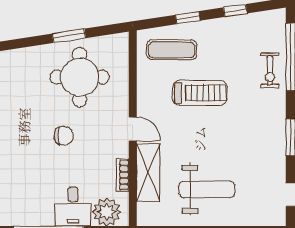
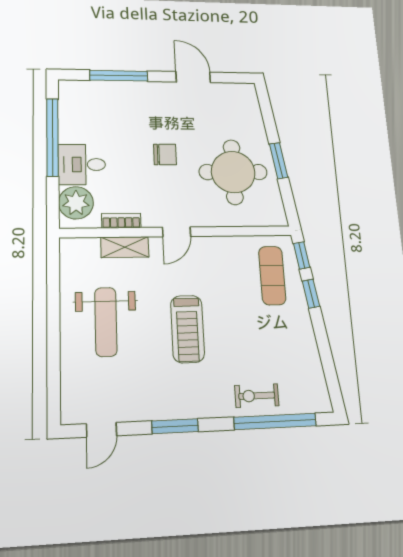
window: (235, 10) -> (302, 255), moved
treadmill: (200, 93) -> (187, 329), moved
chair: (64, 136) -> (165, 154), turned -90
shelving: (148, 173) -> (125, 247), width x0.67, depth x0.75

